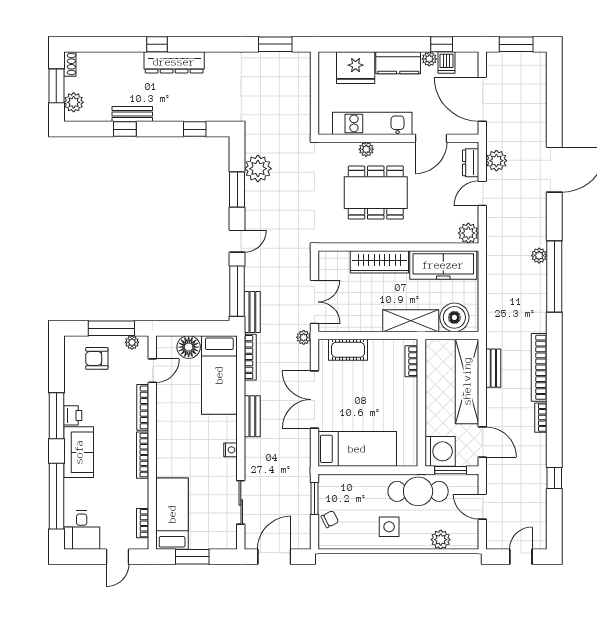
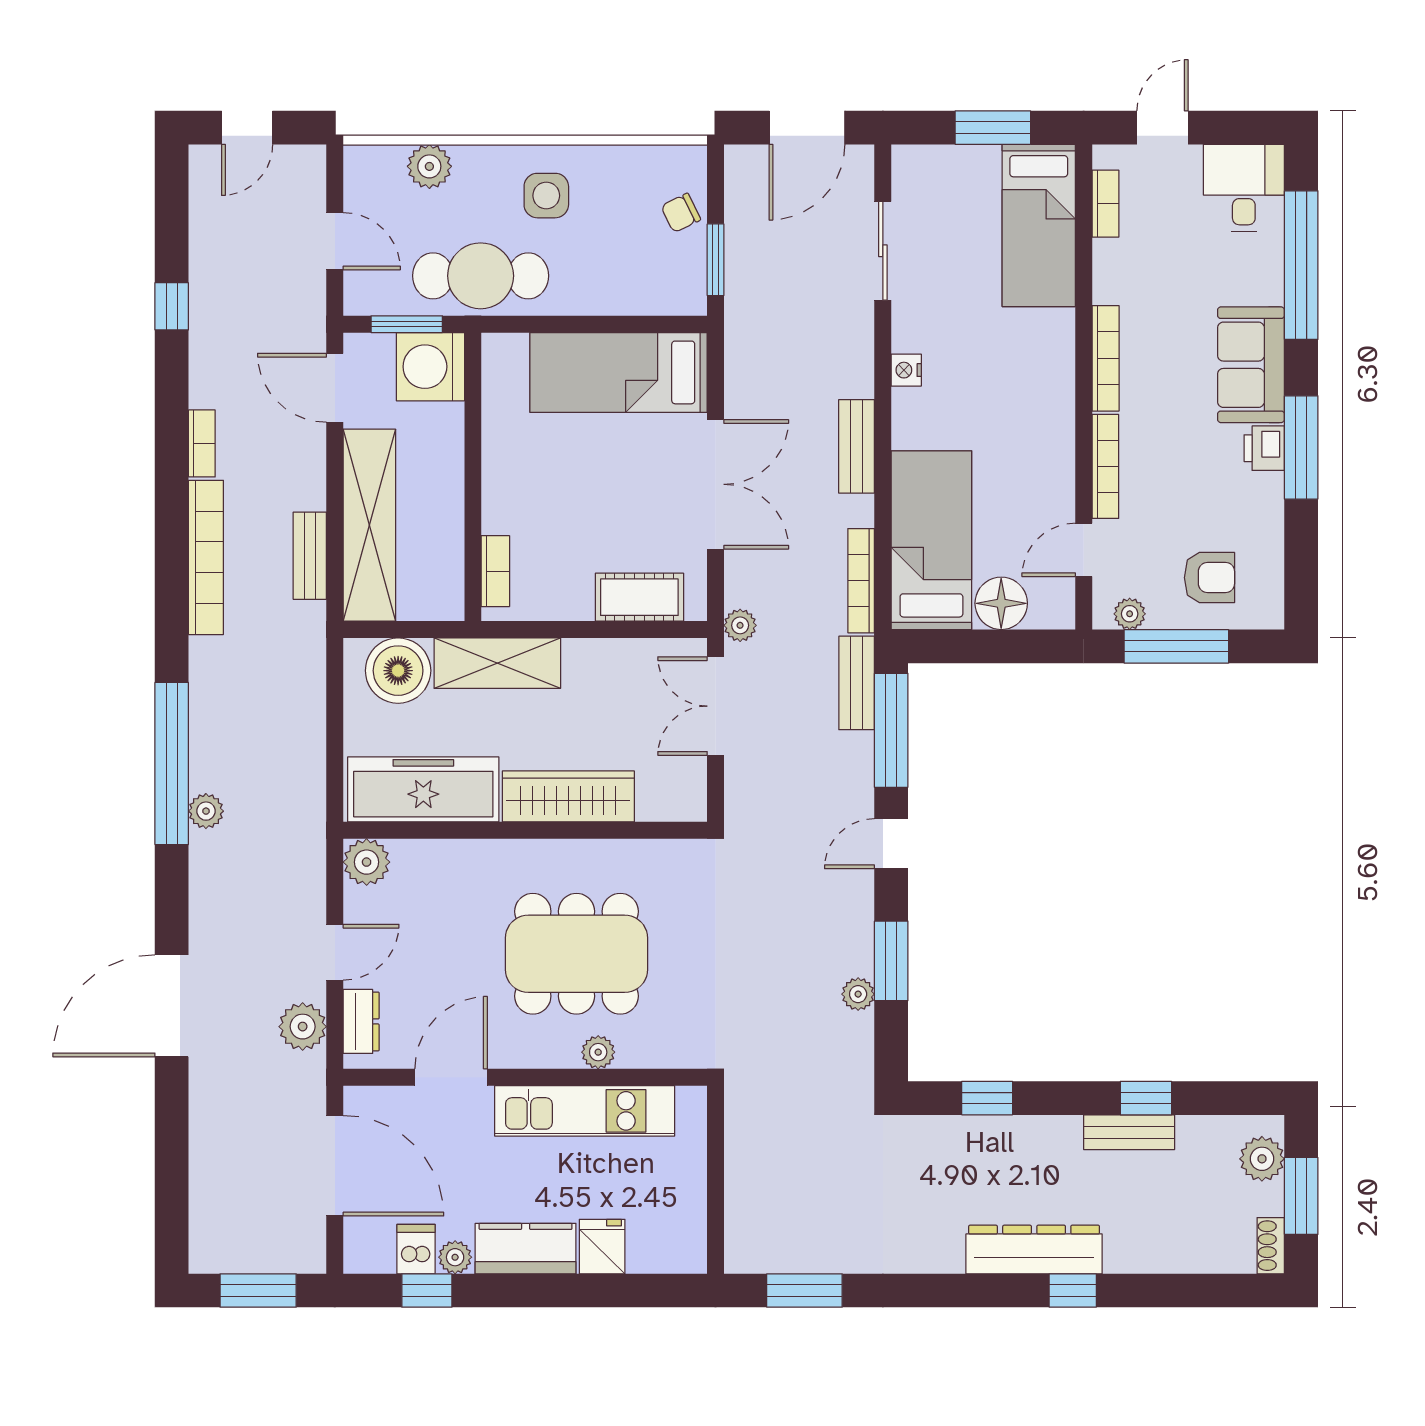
fridge: (356, 68) -> (602, 1247), width x0.53, depth x0.75
plant: (258, 169) -> (858, 994), width x0.53, depth x0.53

